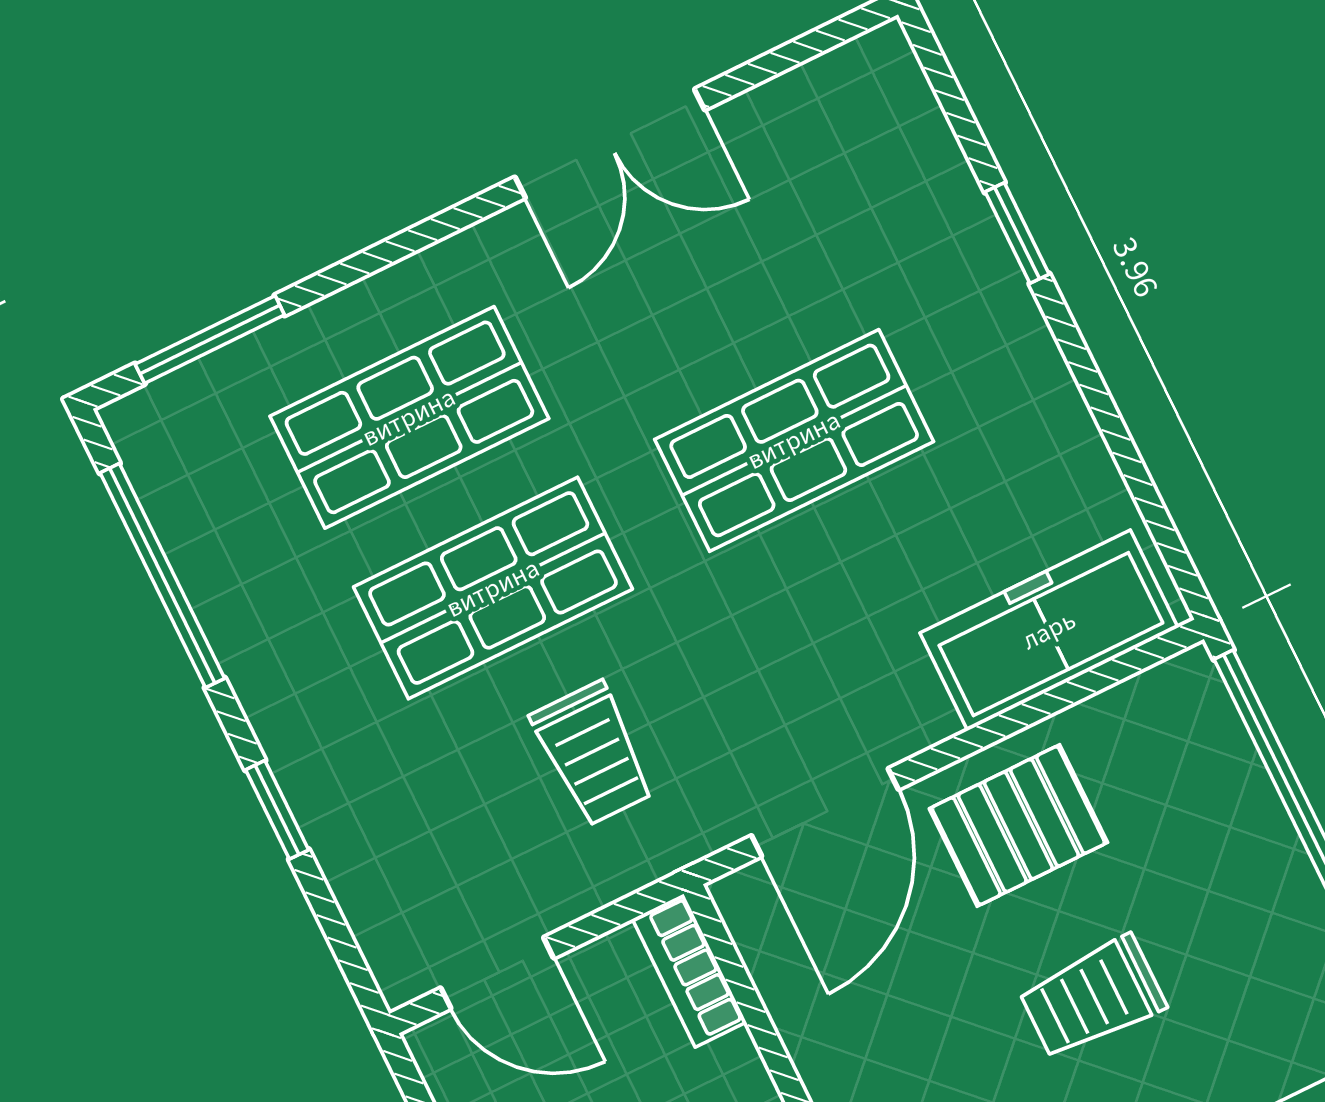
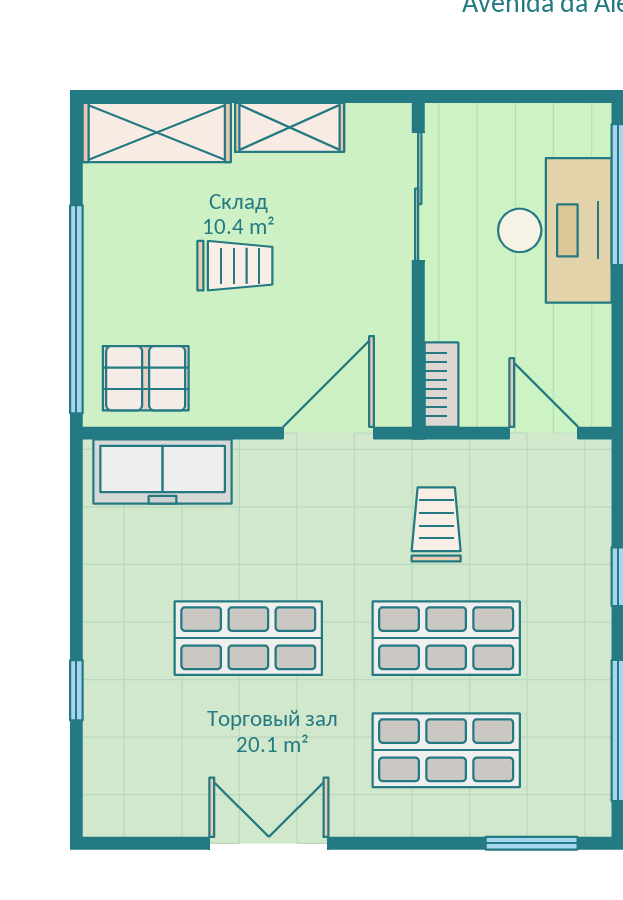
pallet: (1018, 826) -> (146, 378), moved

